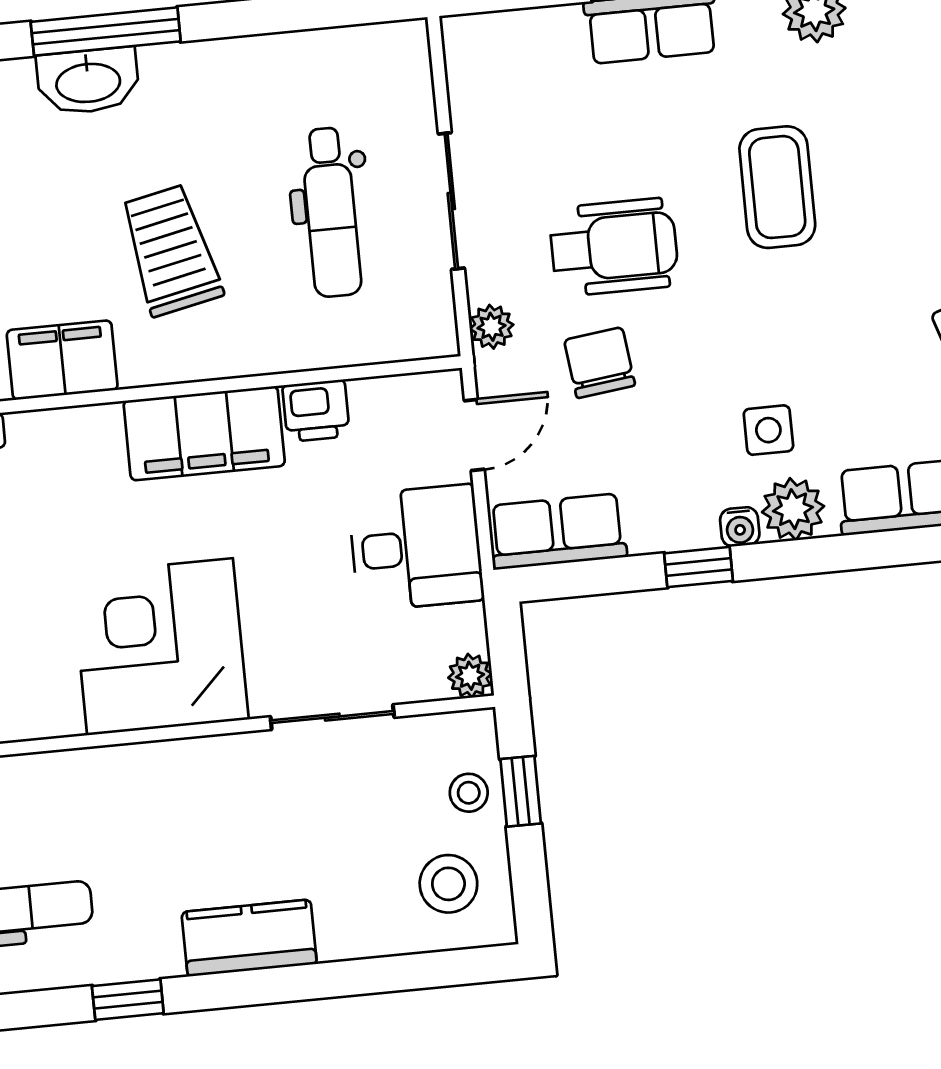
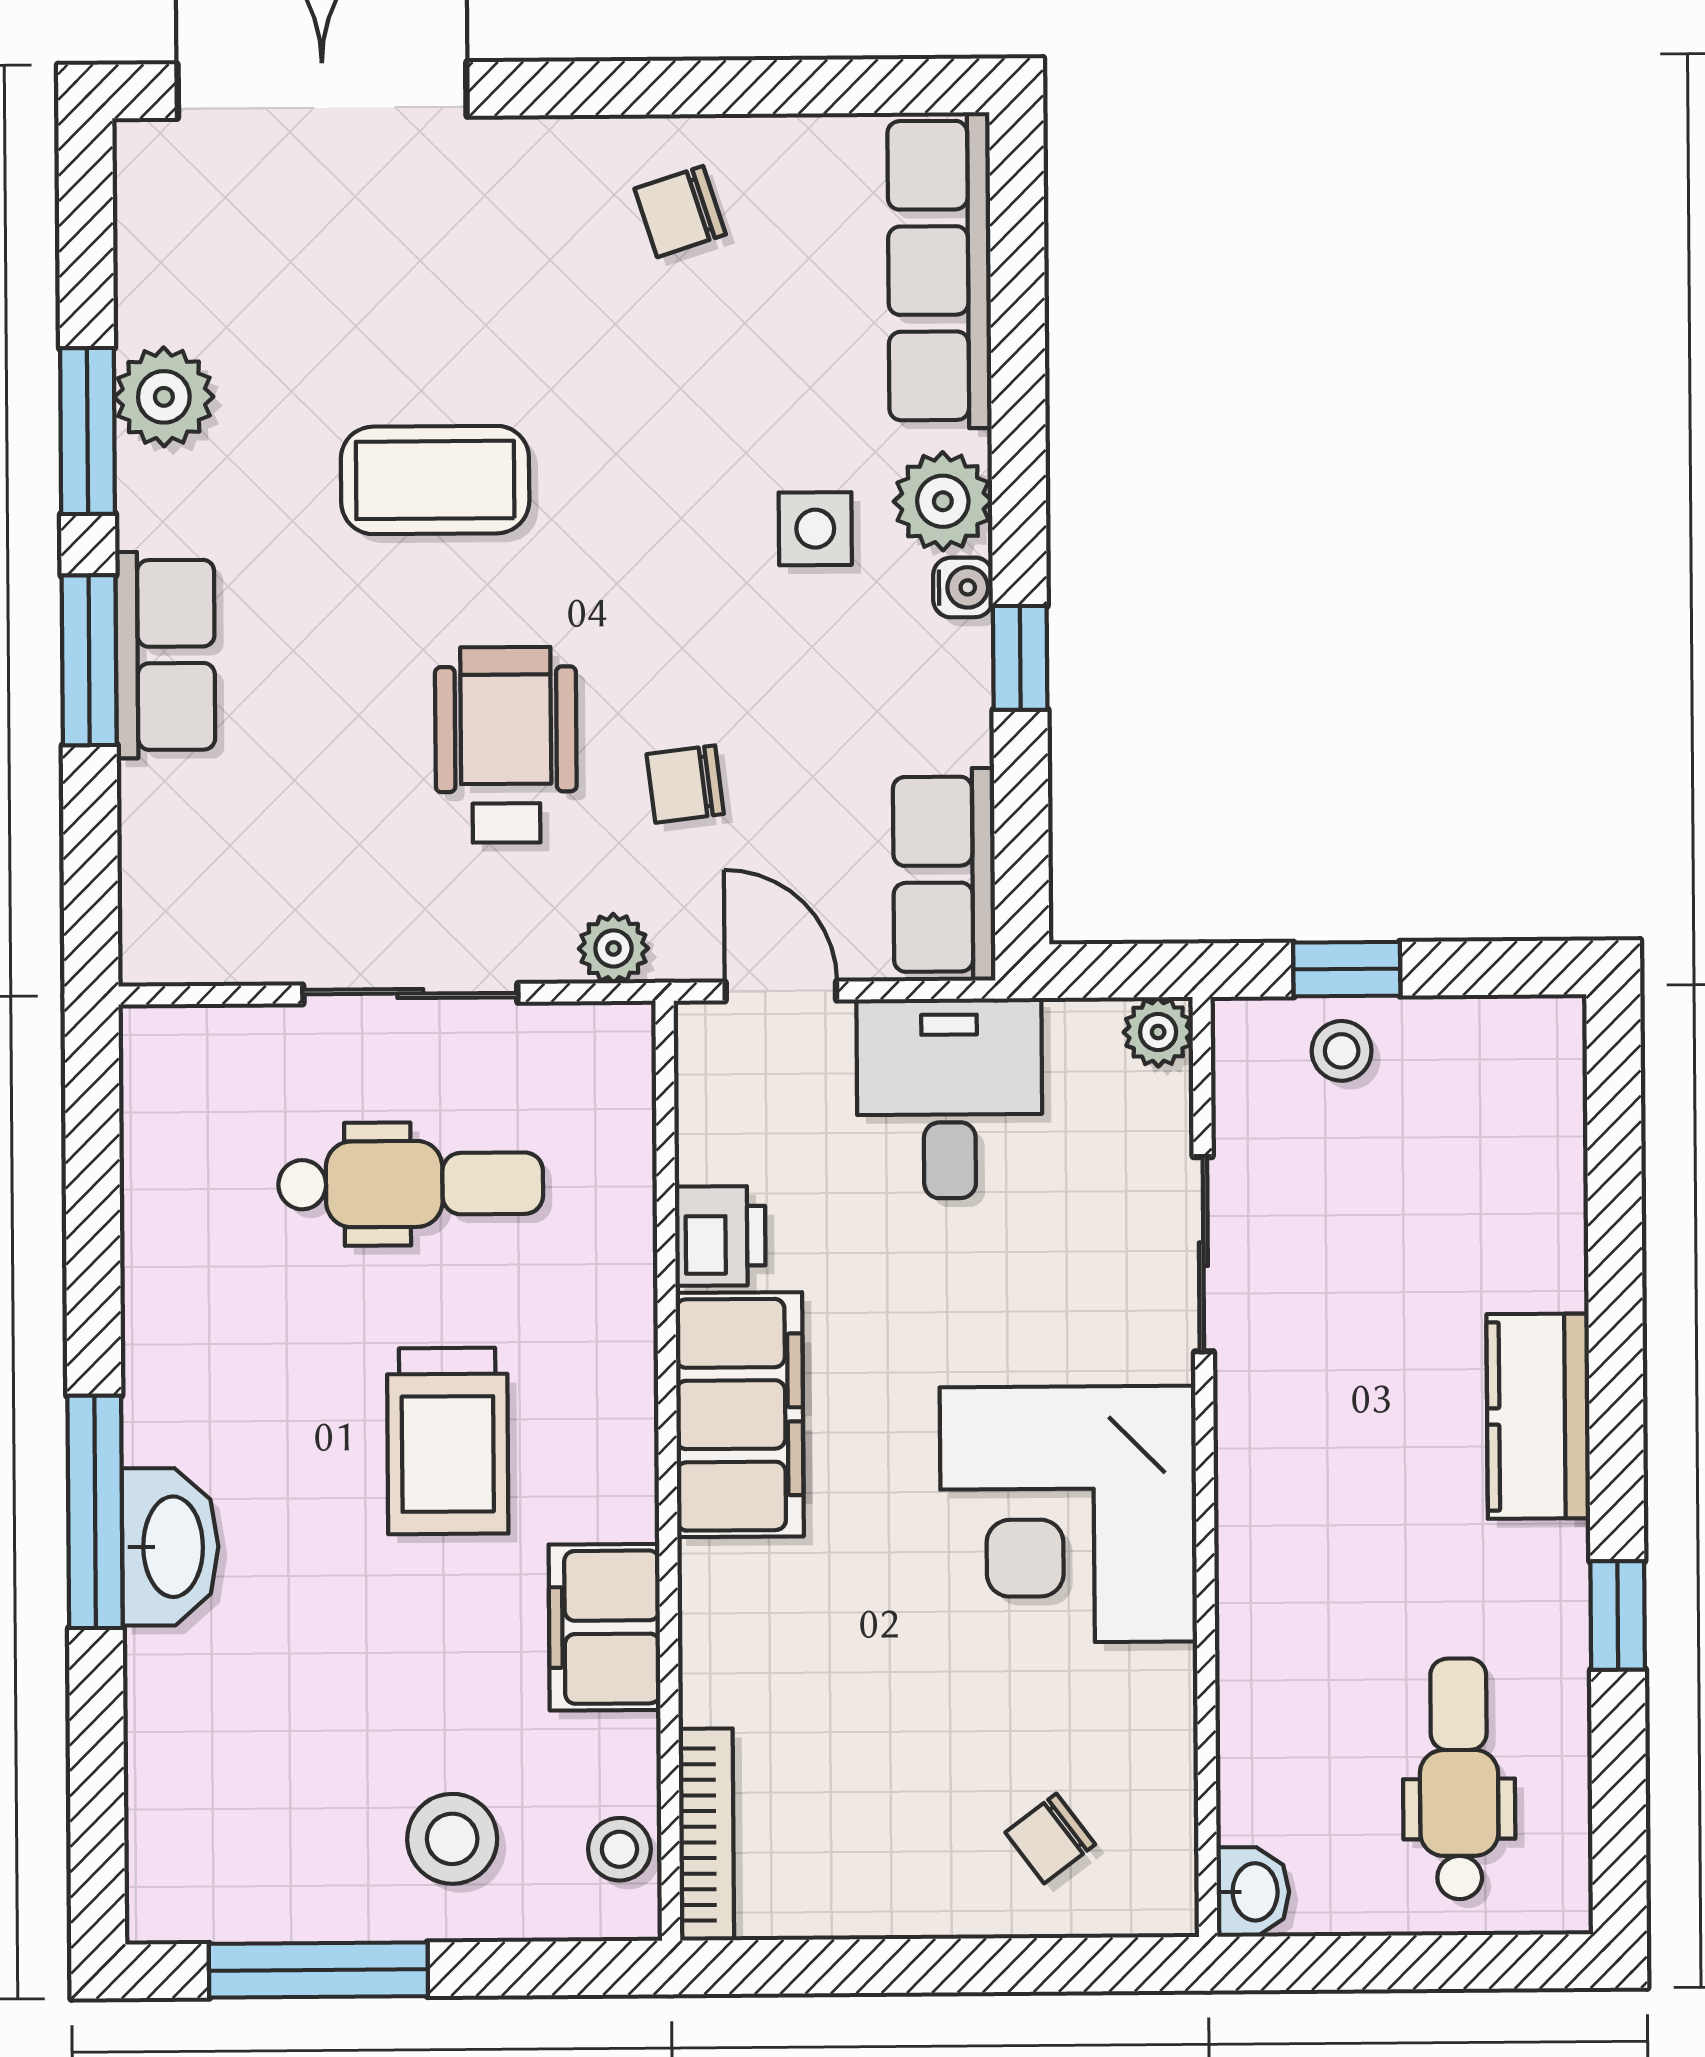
trolley: (171, 250) -> (448, 1441), turned -78
chair: (600, 363) -> (685, 784), width x0.73, depth x0.73
stool: (448, 884) -> (1482, 1096), removed

